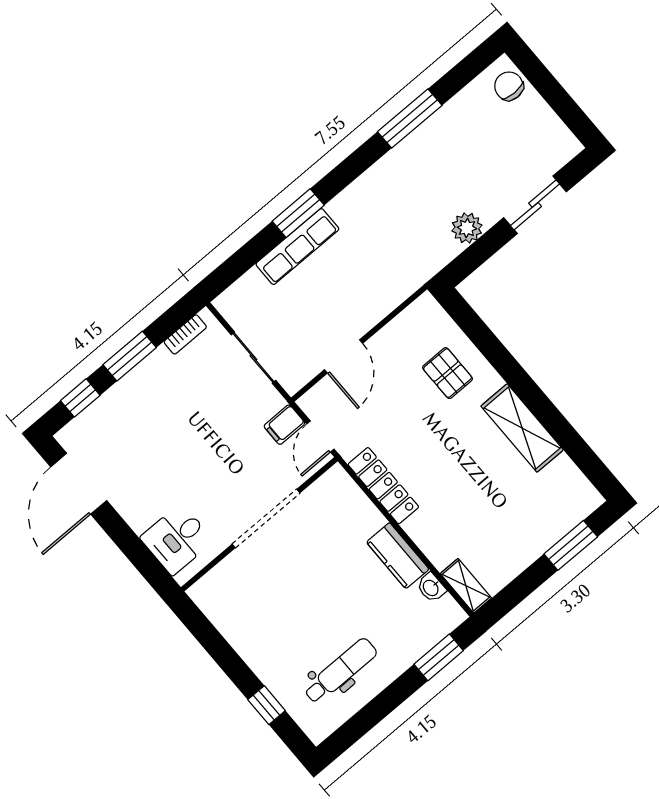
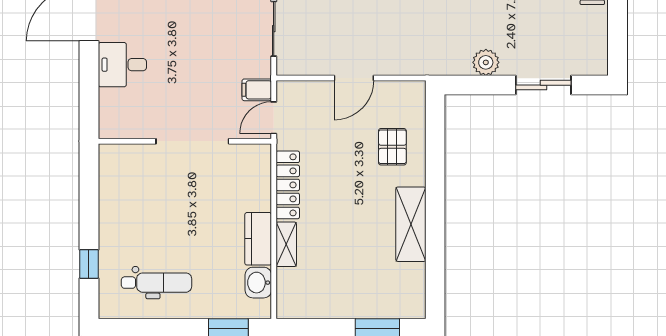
door: (344, 356) -> (354, 78), moved
desk: (177, 539) -> (122, 65), moved
shelving: (466, 586) -> (286, 244), moved
washbasin: (431, 588) -> (258, 283), width x1.38, depth x1.45

